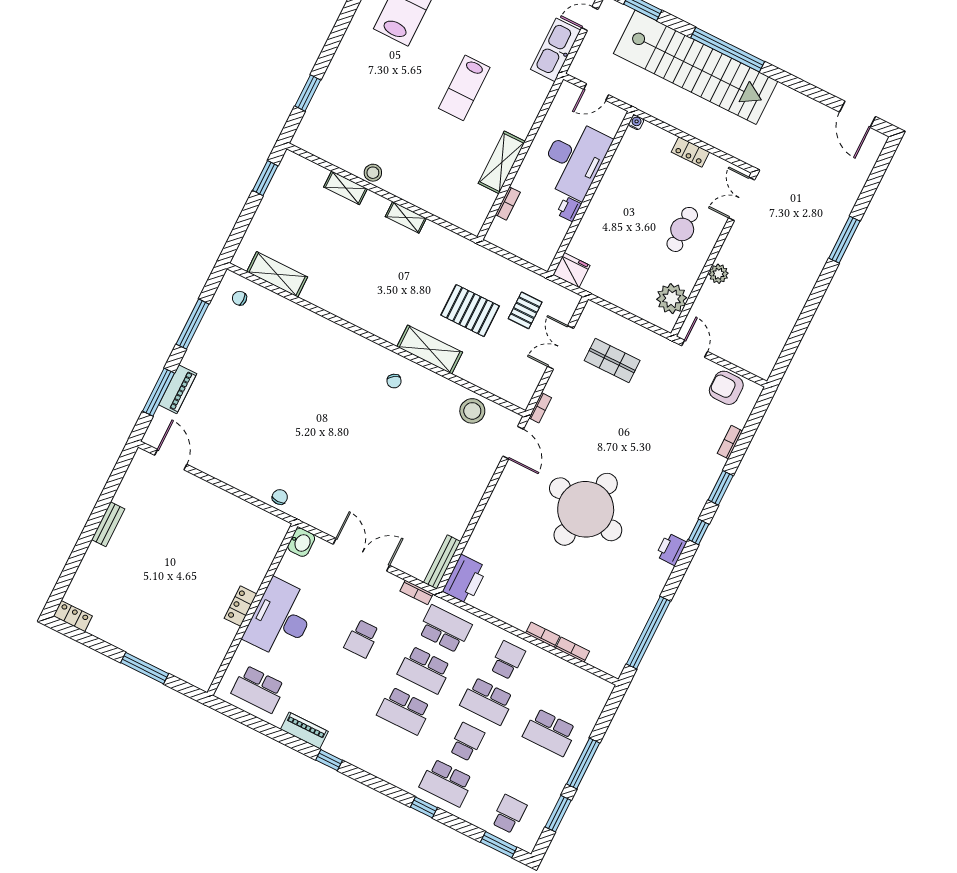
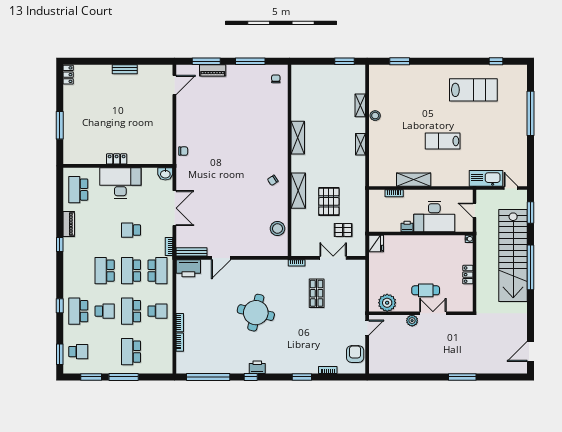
double door: (742, 199) -> (433, 313), moved
shelving: (277, 274) -> (298, 138), moved
shop shelf: (612, 361) -> (317, 293), moved
door: (513, 443) -> (221, 258), moved
round table: (586, 509) -> (256, 313), width x0.73, depth x0.73
window: (699, 532) -> (251, 377), moved

